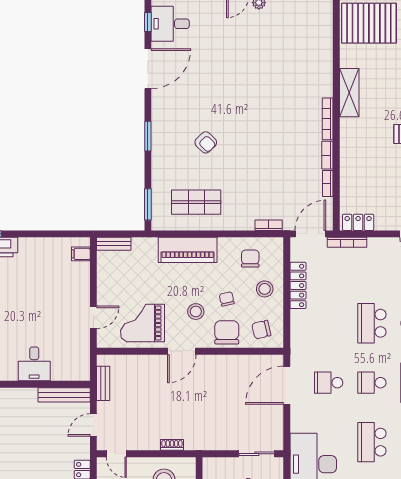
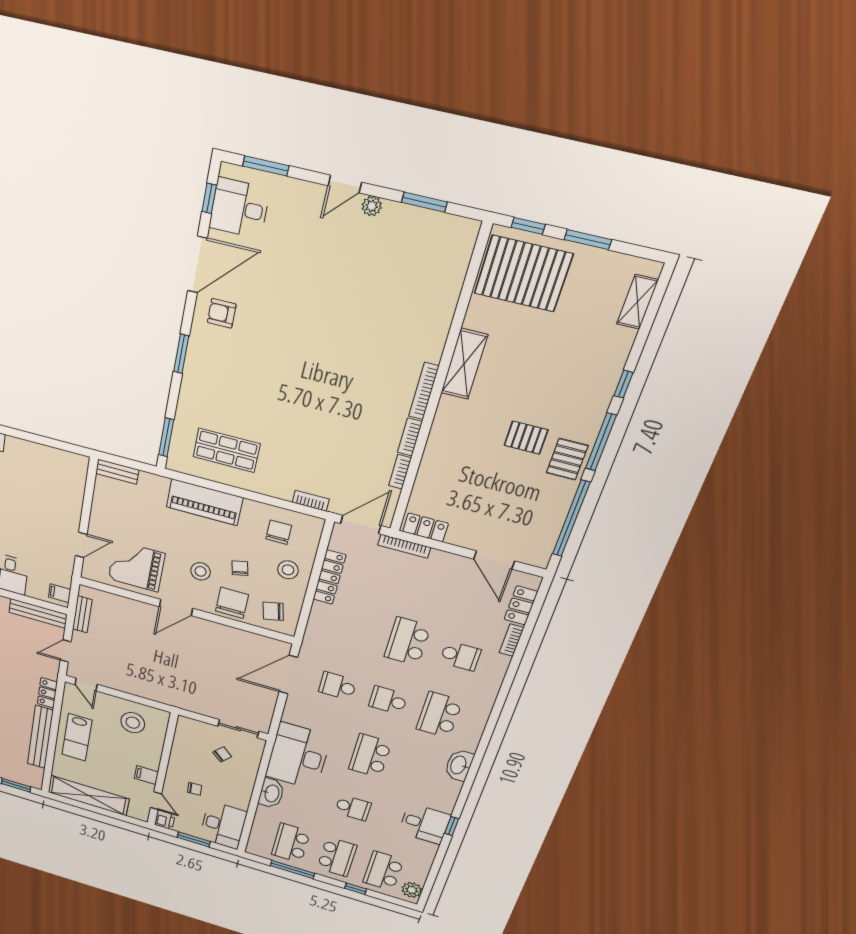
armchair: (206, 142) -> (222, 313), moved, turned 135
filing cabinet: (81, 254) -> (60, 593), moved
shoe rack: (172, 445) -> (147, 694), removed

